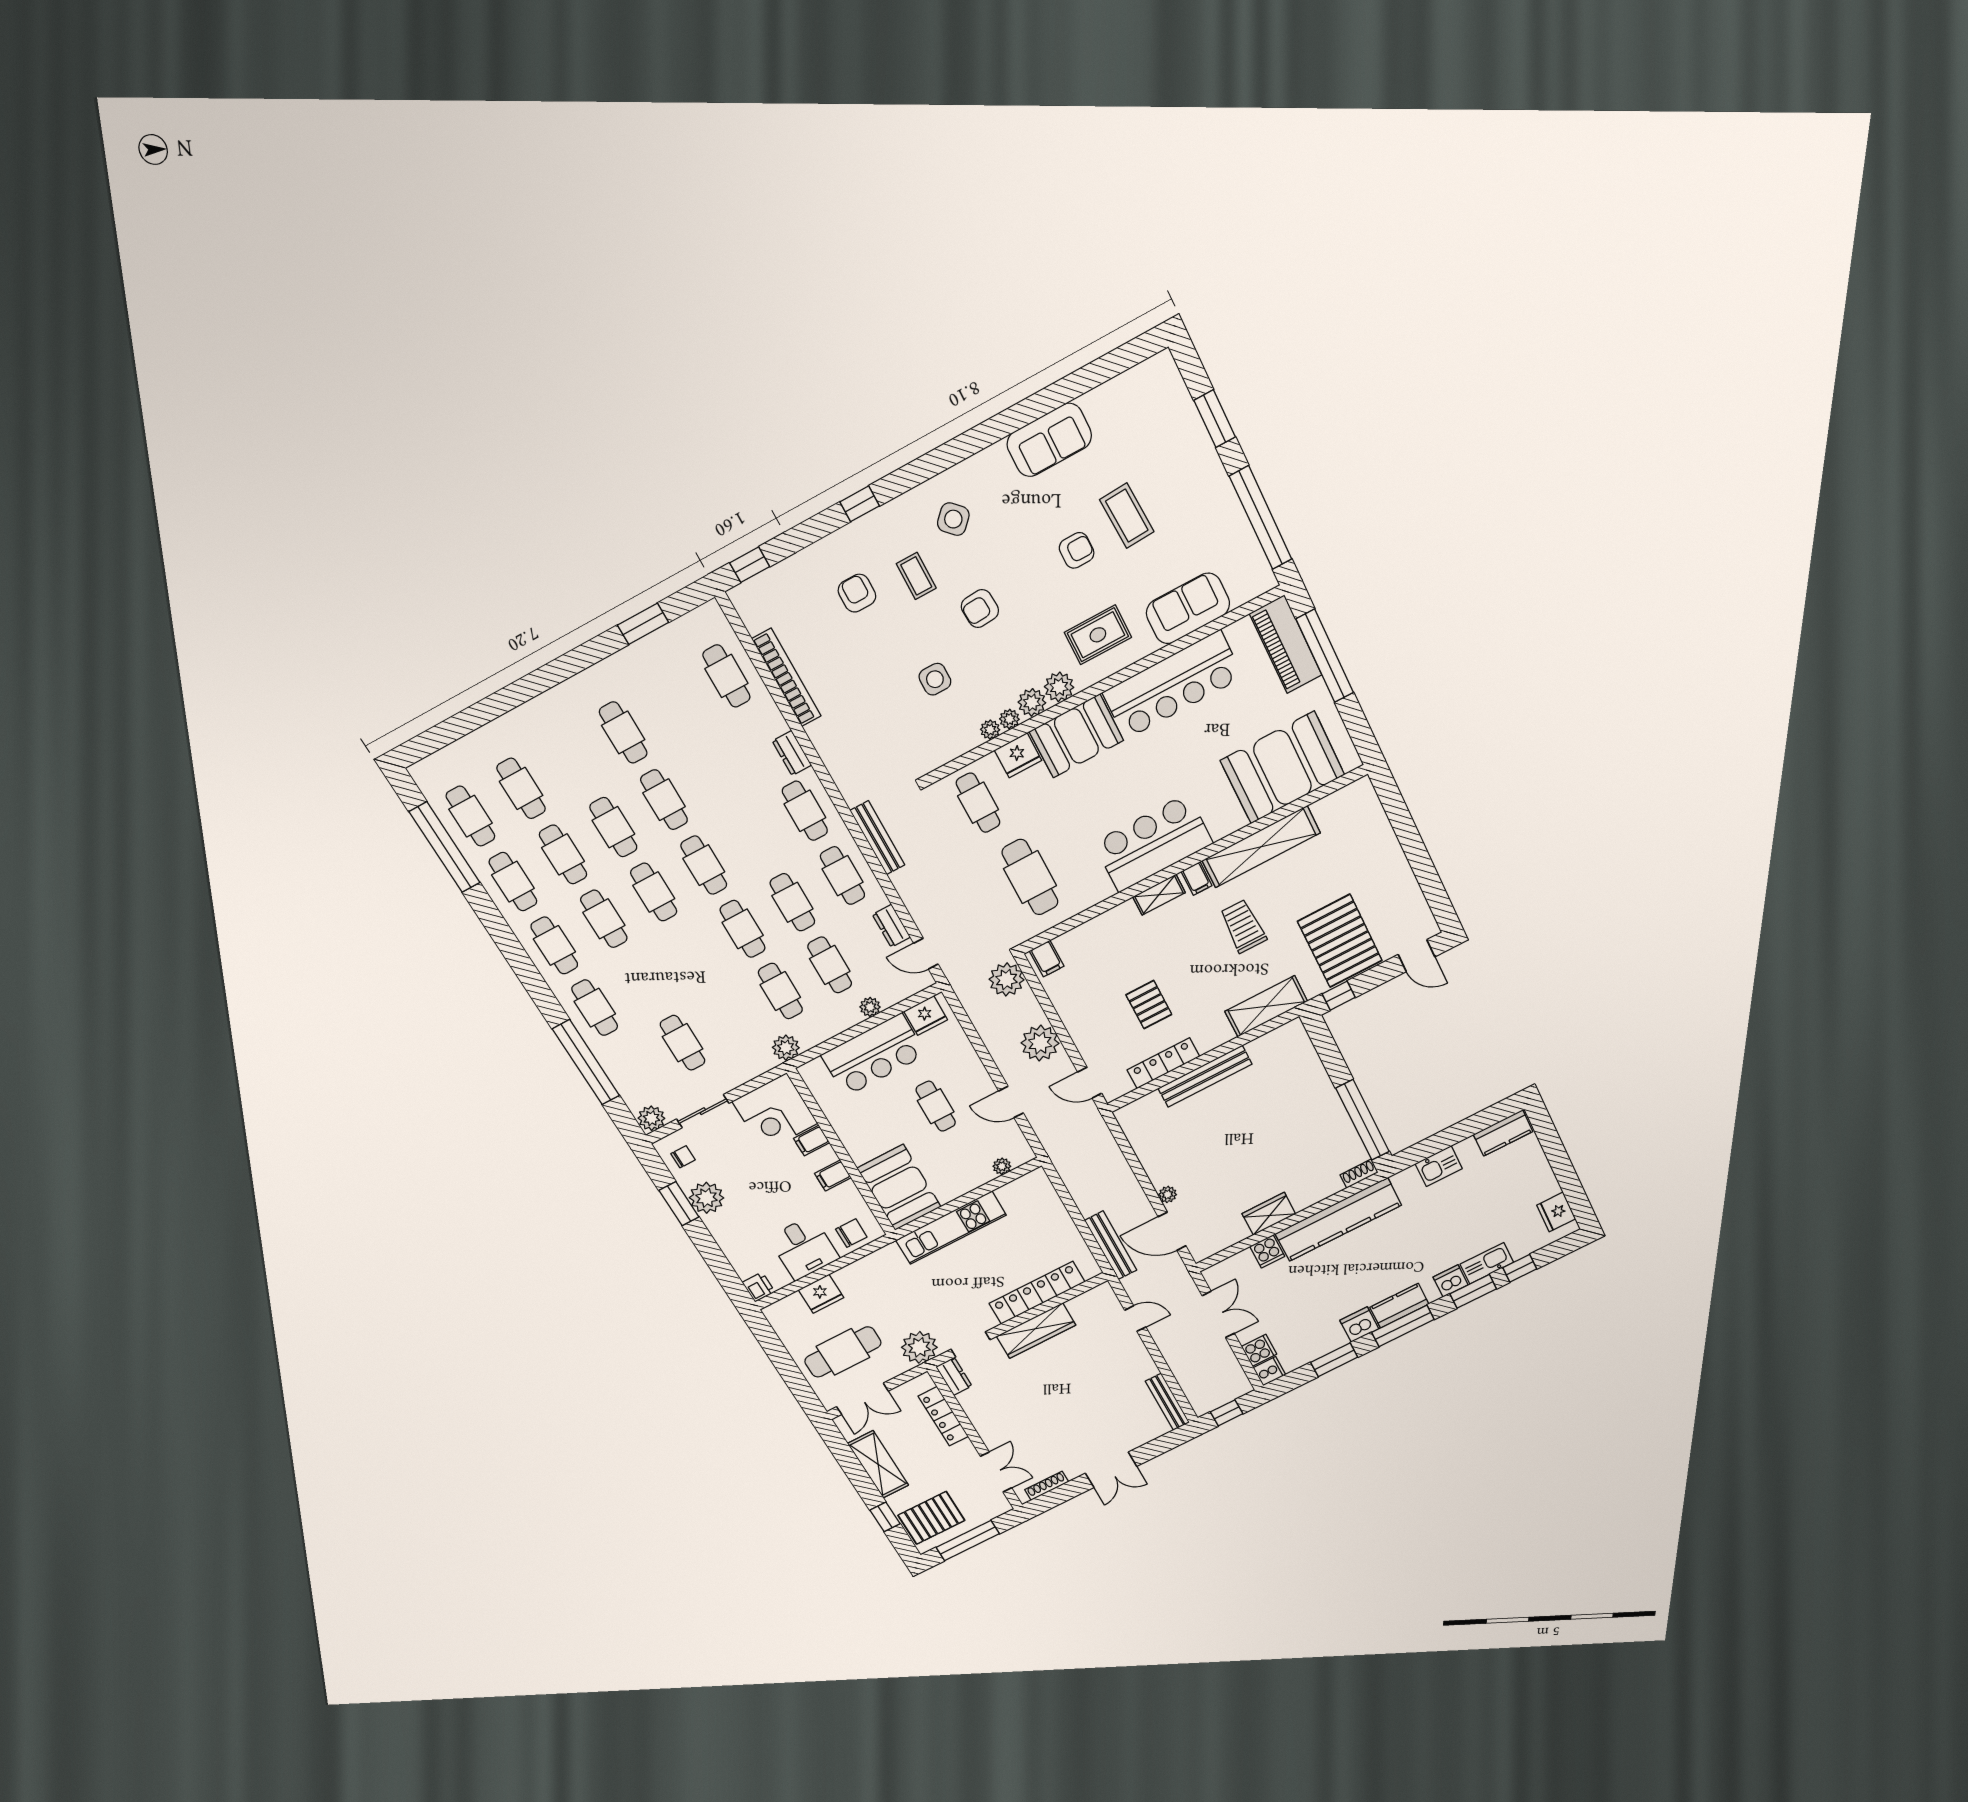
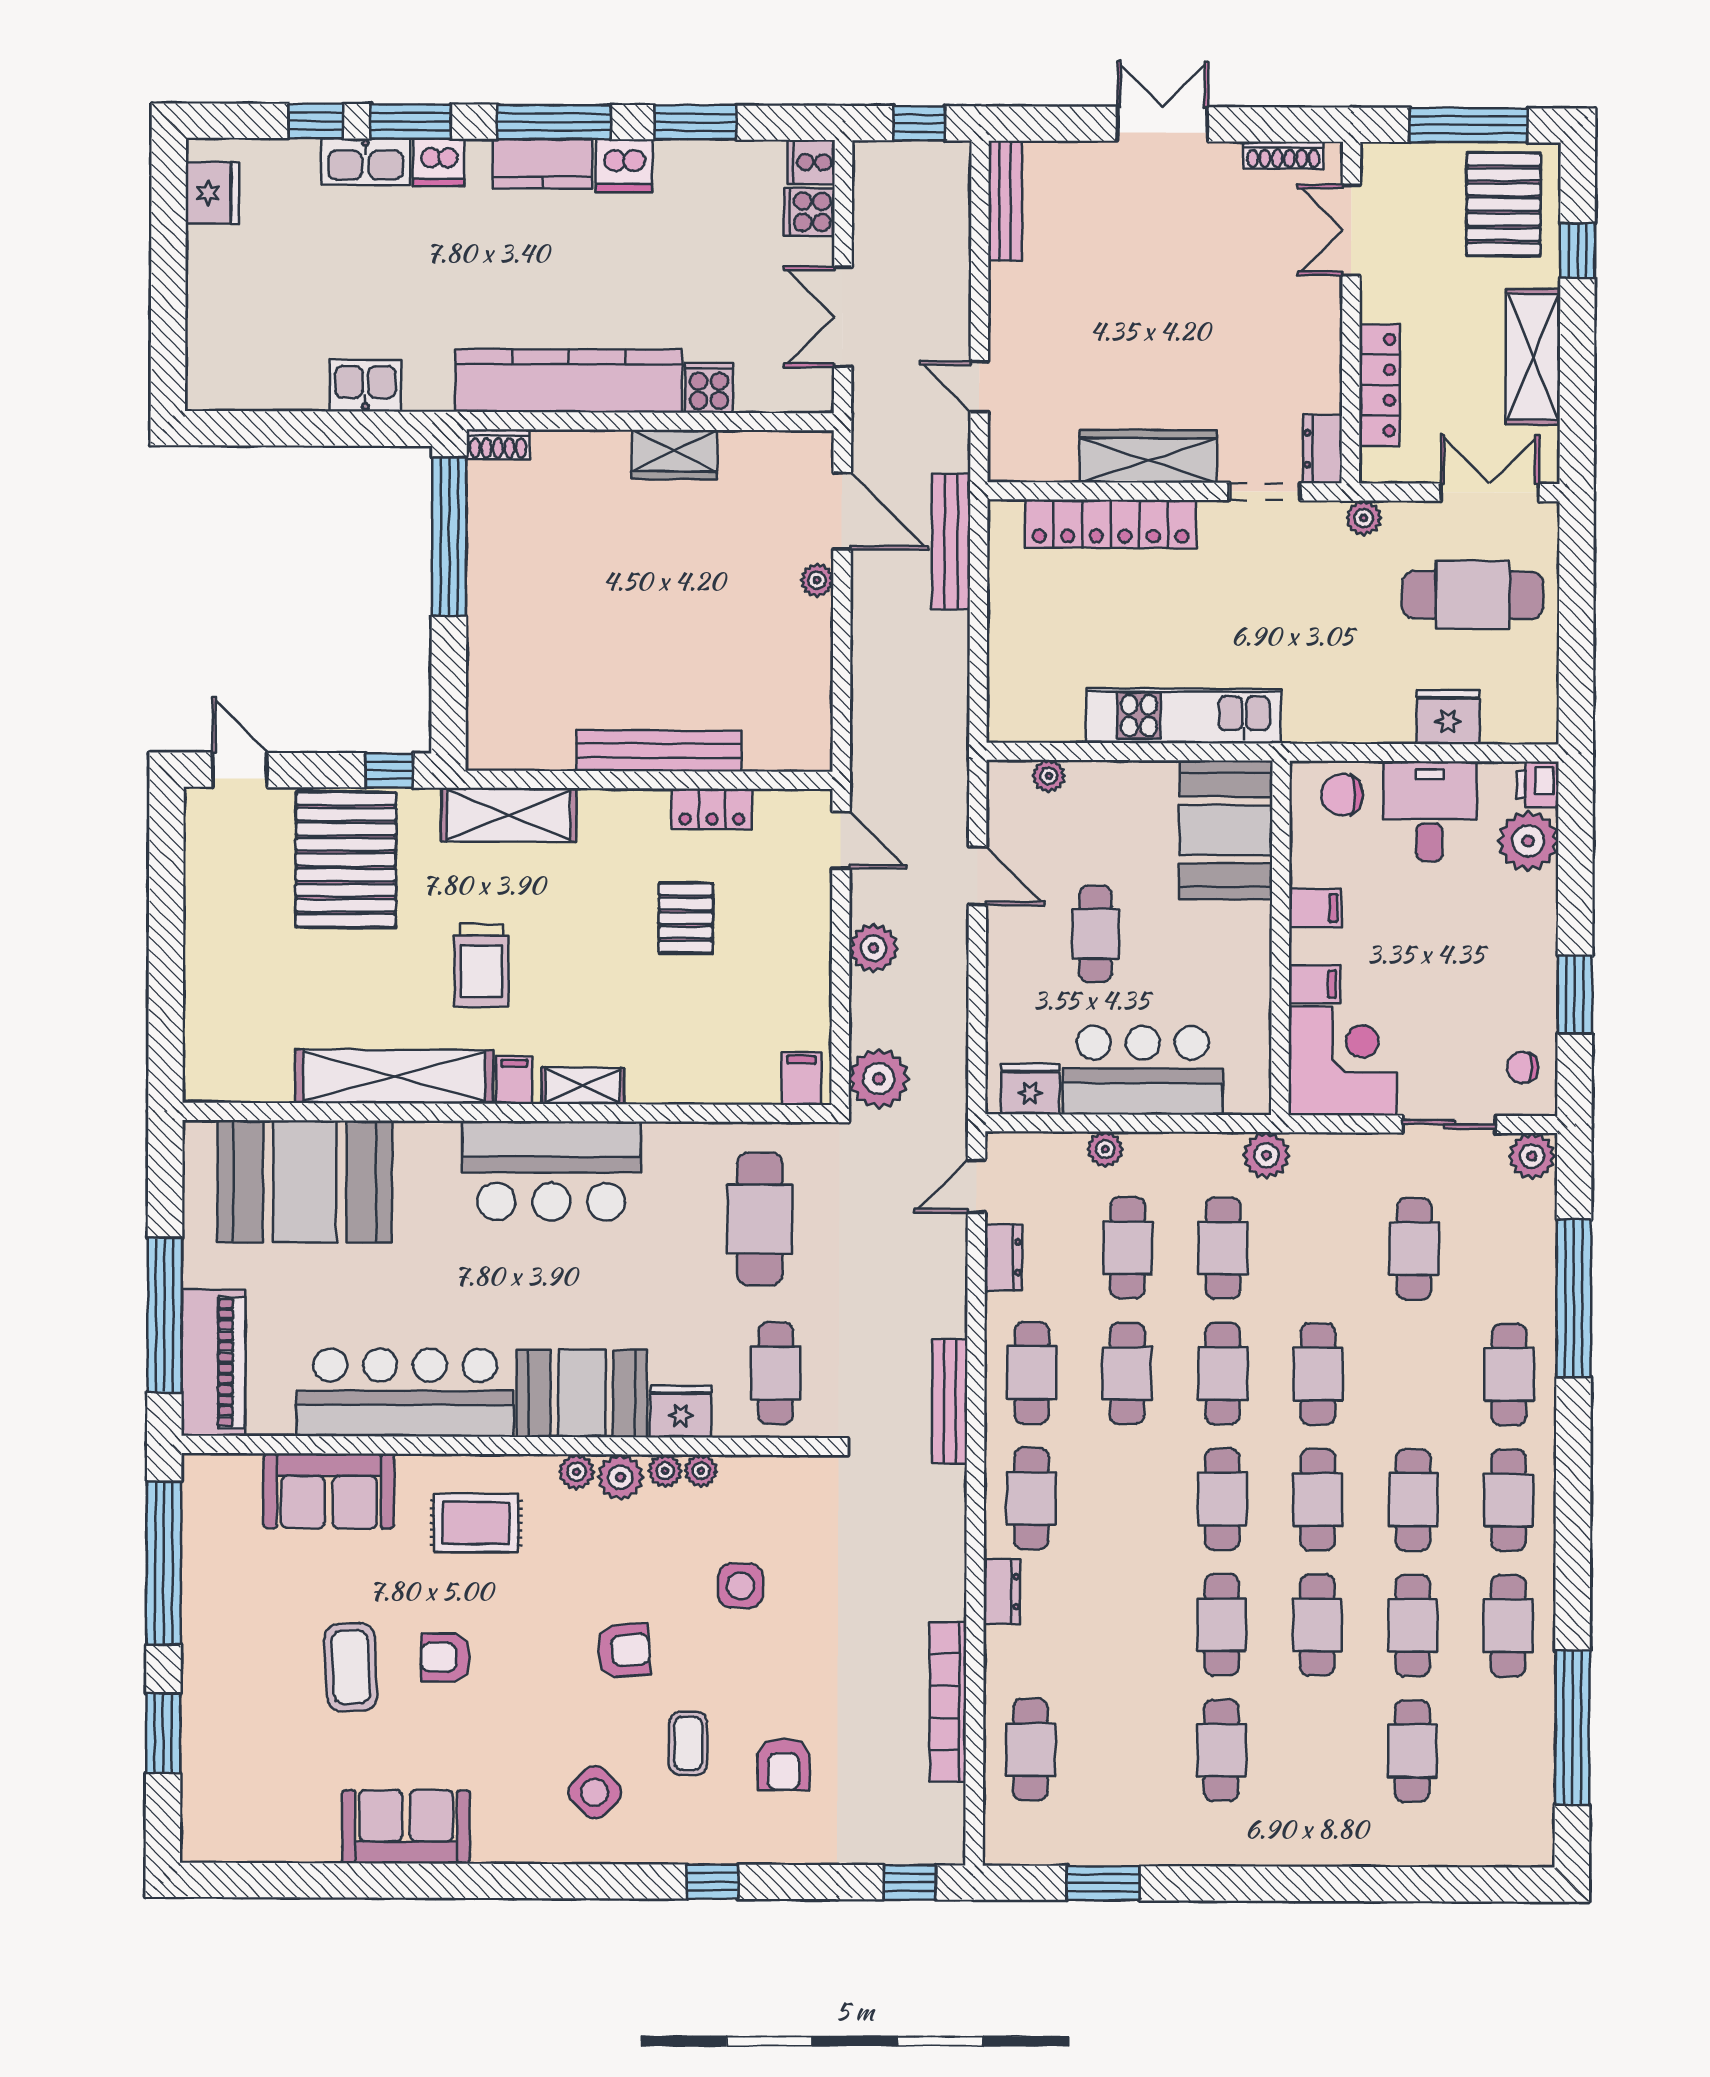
plant: (1059, 687) -> (576, 1472), width x0.73, depth x0.73
cafe table: (470, 816) -> (1318, 1374), moved
door: (926, 954) -> (976, 1186), swing flipped
plant: (1040, 1043) -> (873, 948), width x0.73, depth x0.73
locker: (1163, 1063) -> (712, 809), width x0.66
kitchen counter: (1503, 1133) -> (237, 387), removed
plant: (707, 1198) -> (1528, 841), moved
plant: (919, 1347) -> (1364, 518), width x0.53, depth x0.53
pallet: (931, 1518) -> (1504, 204), turned 90

